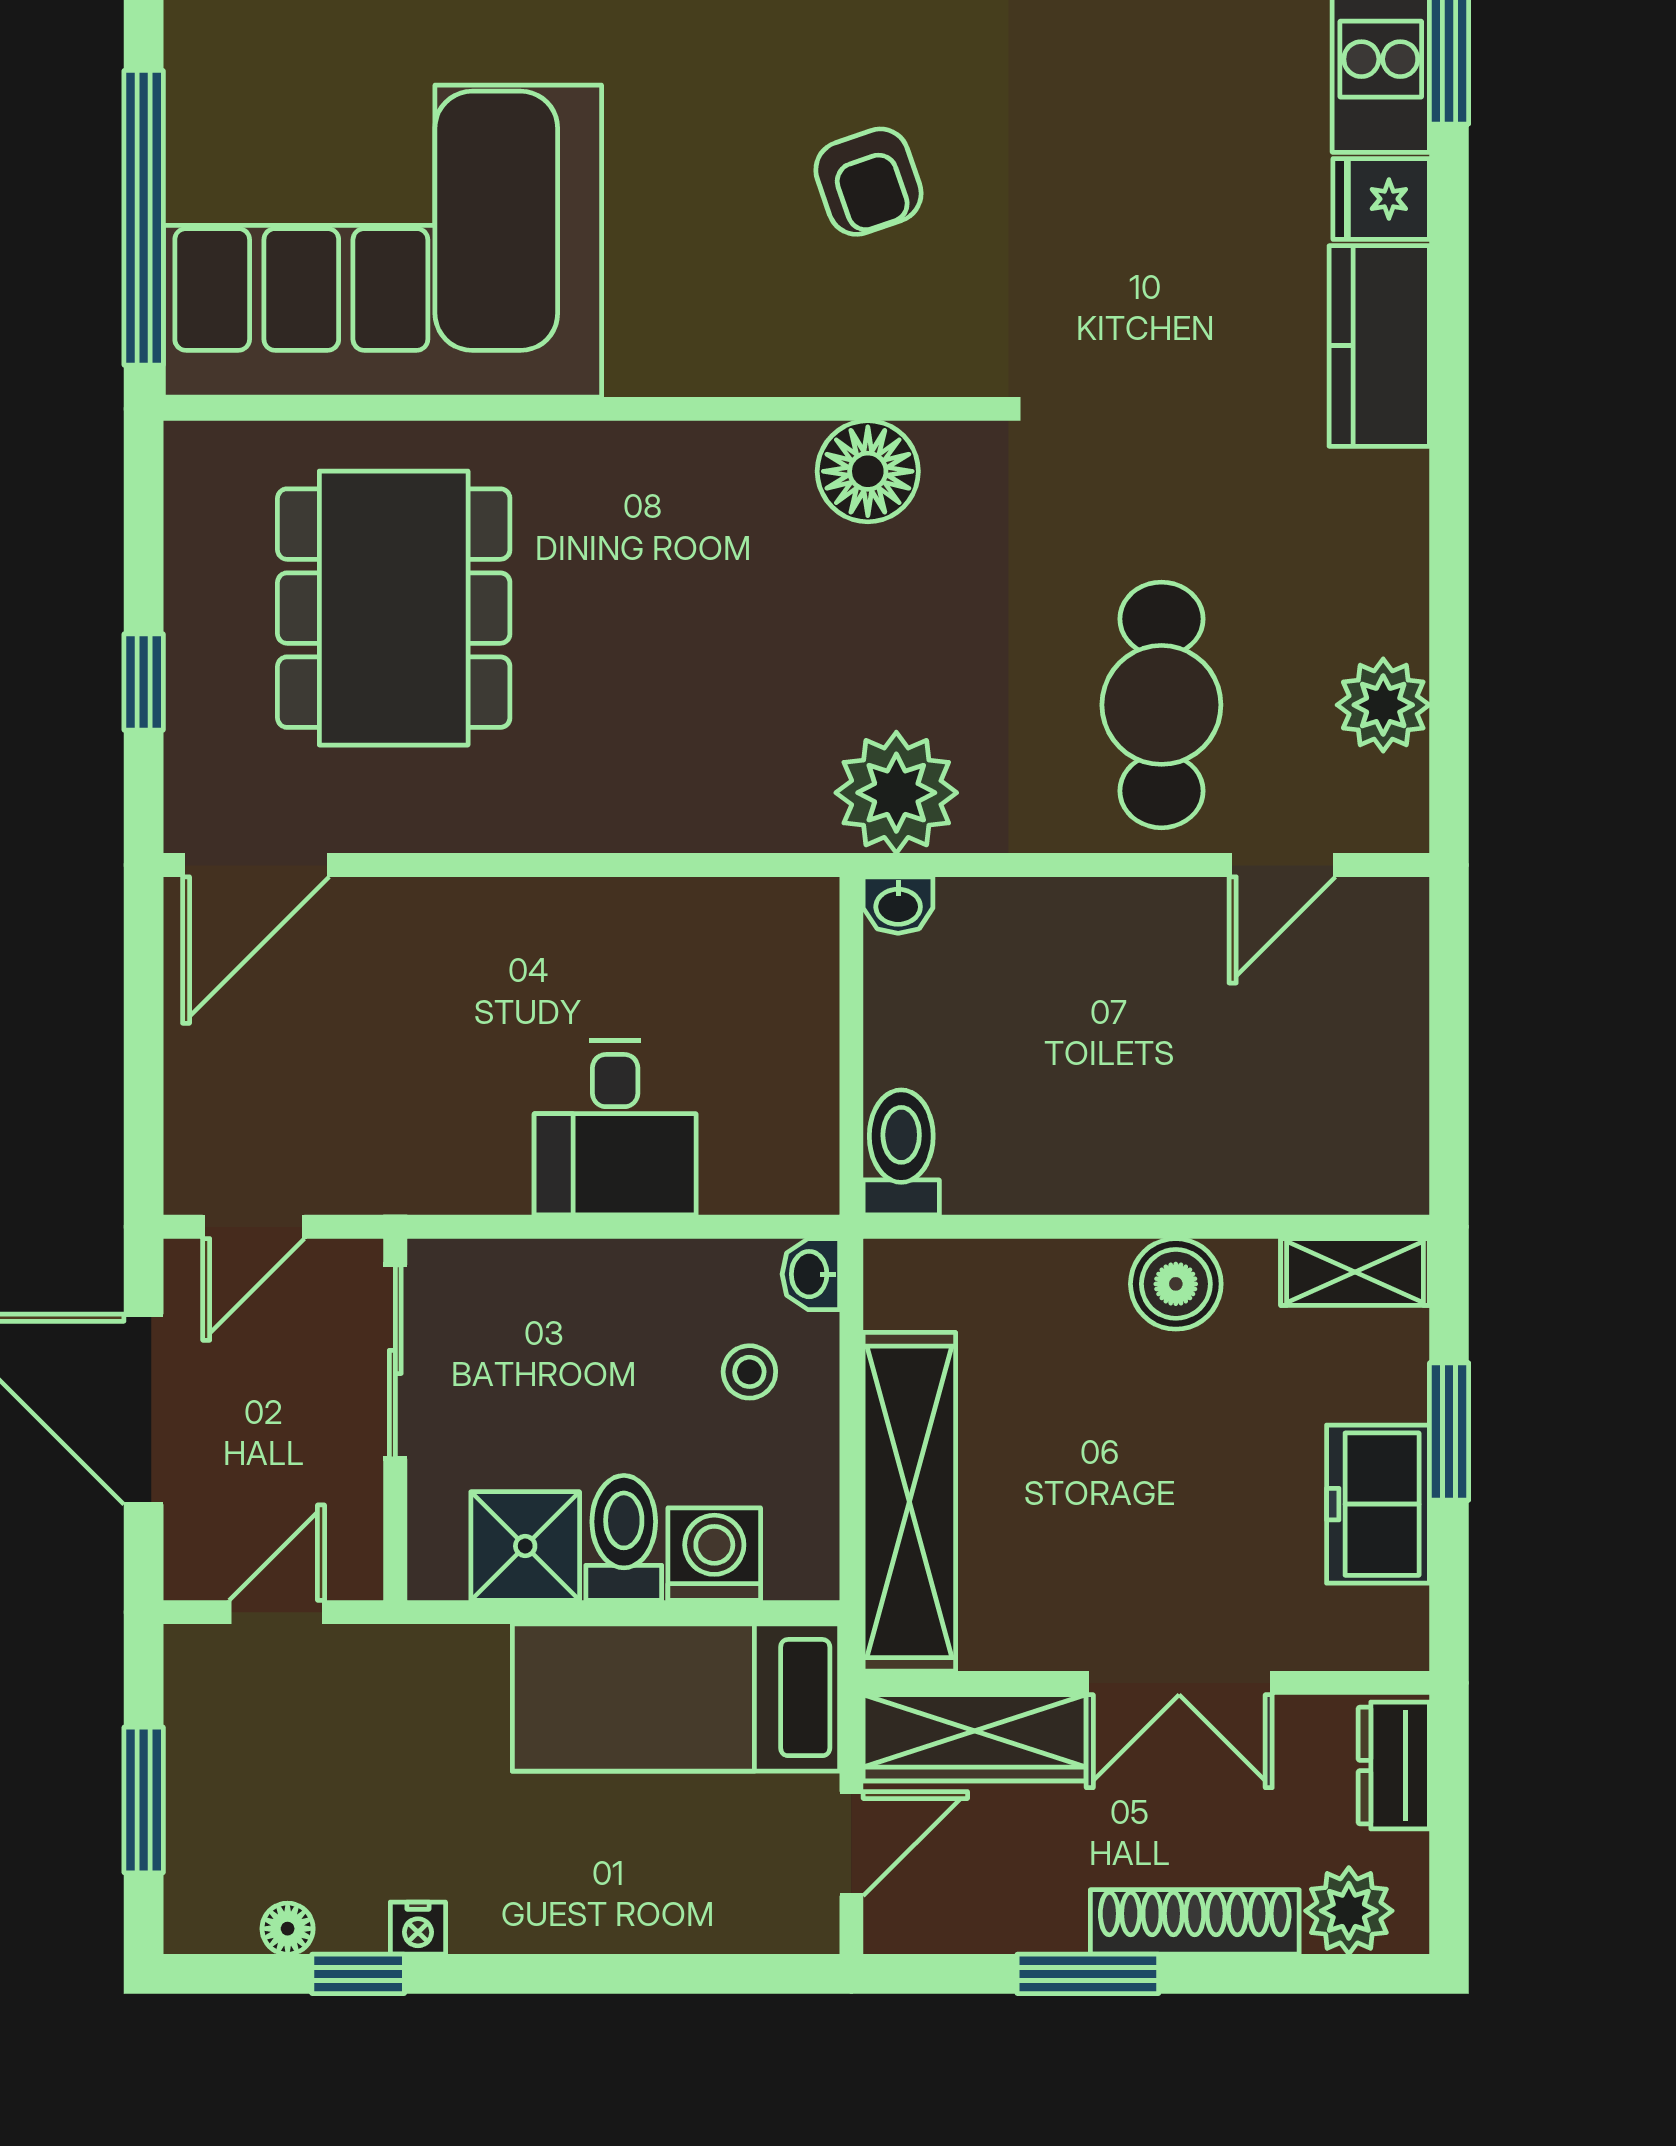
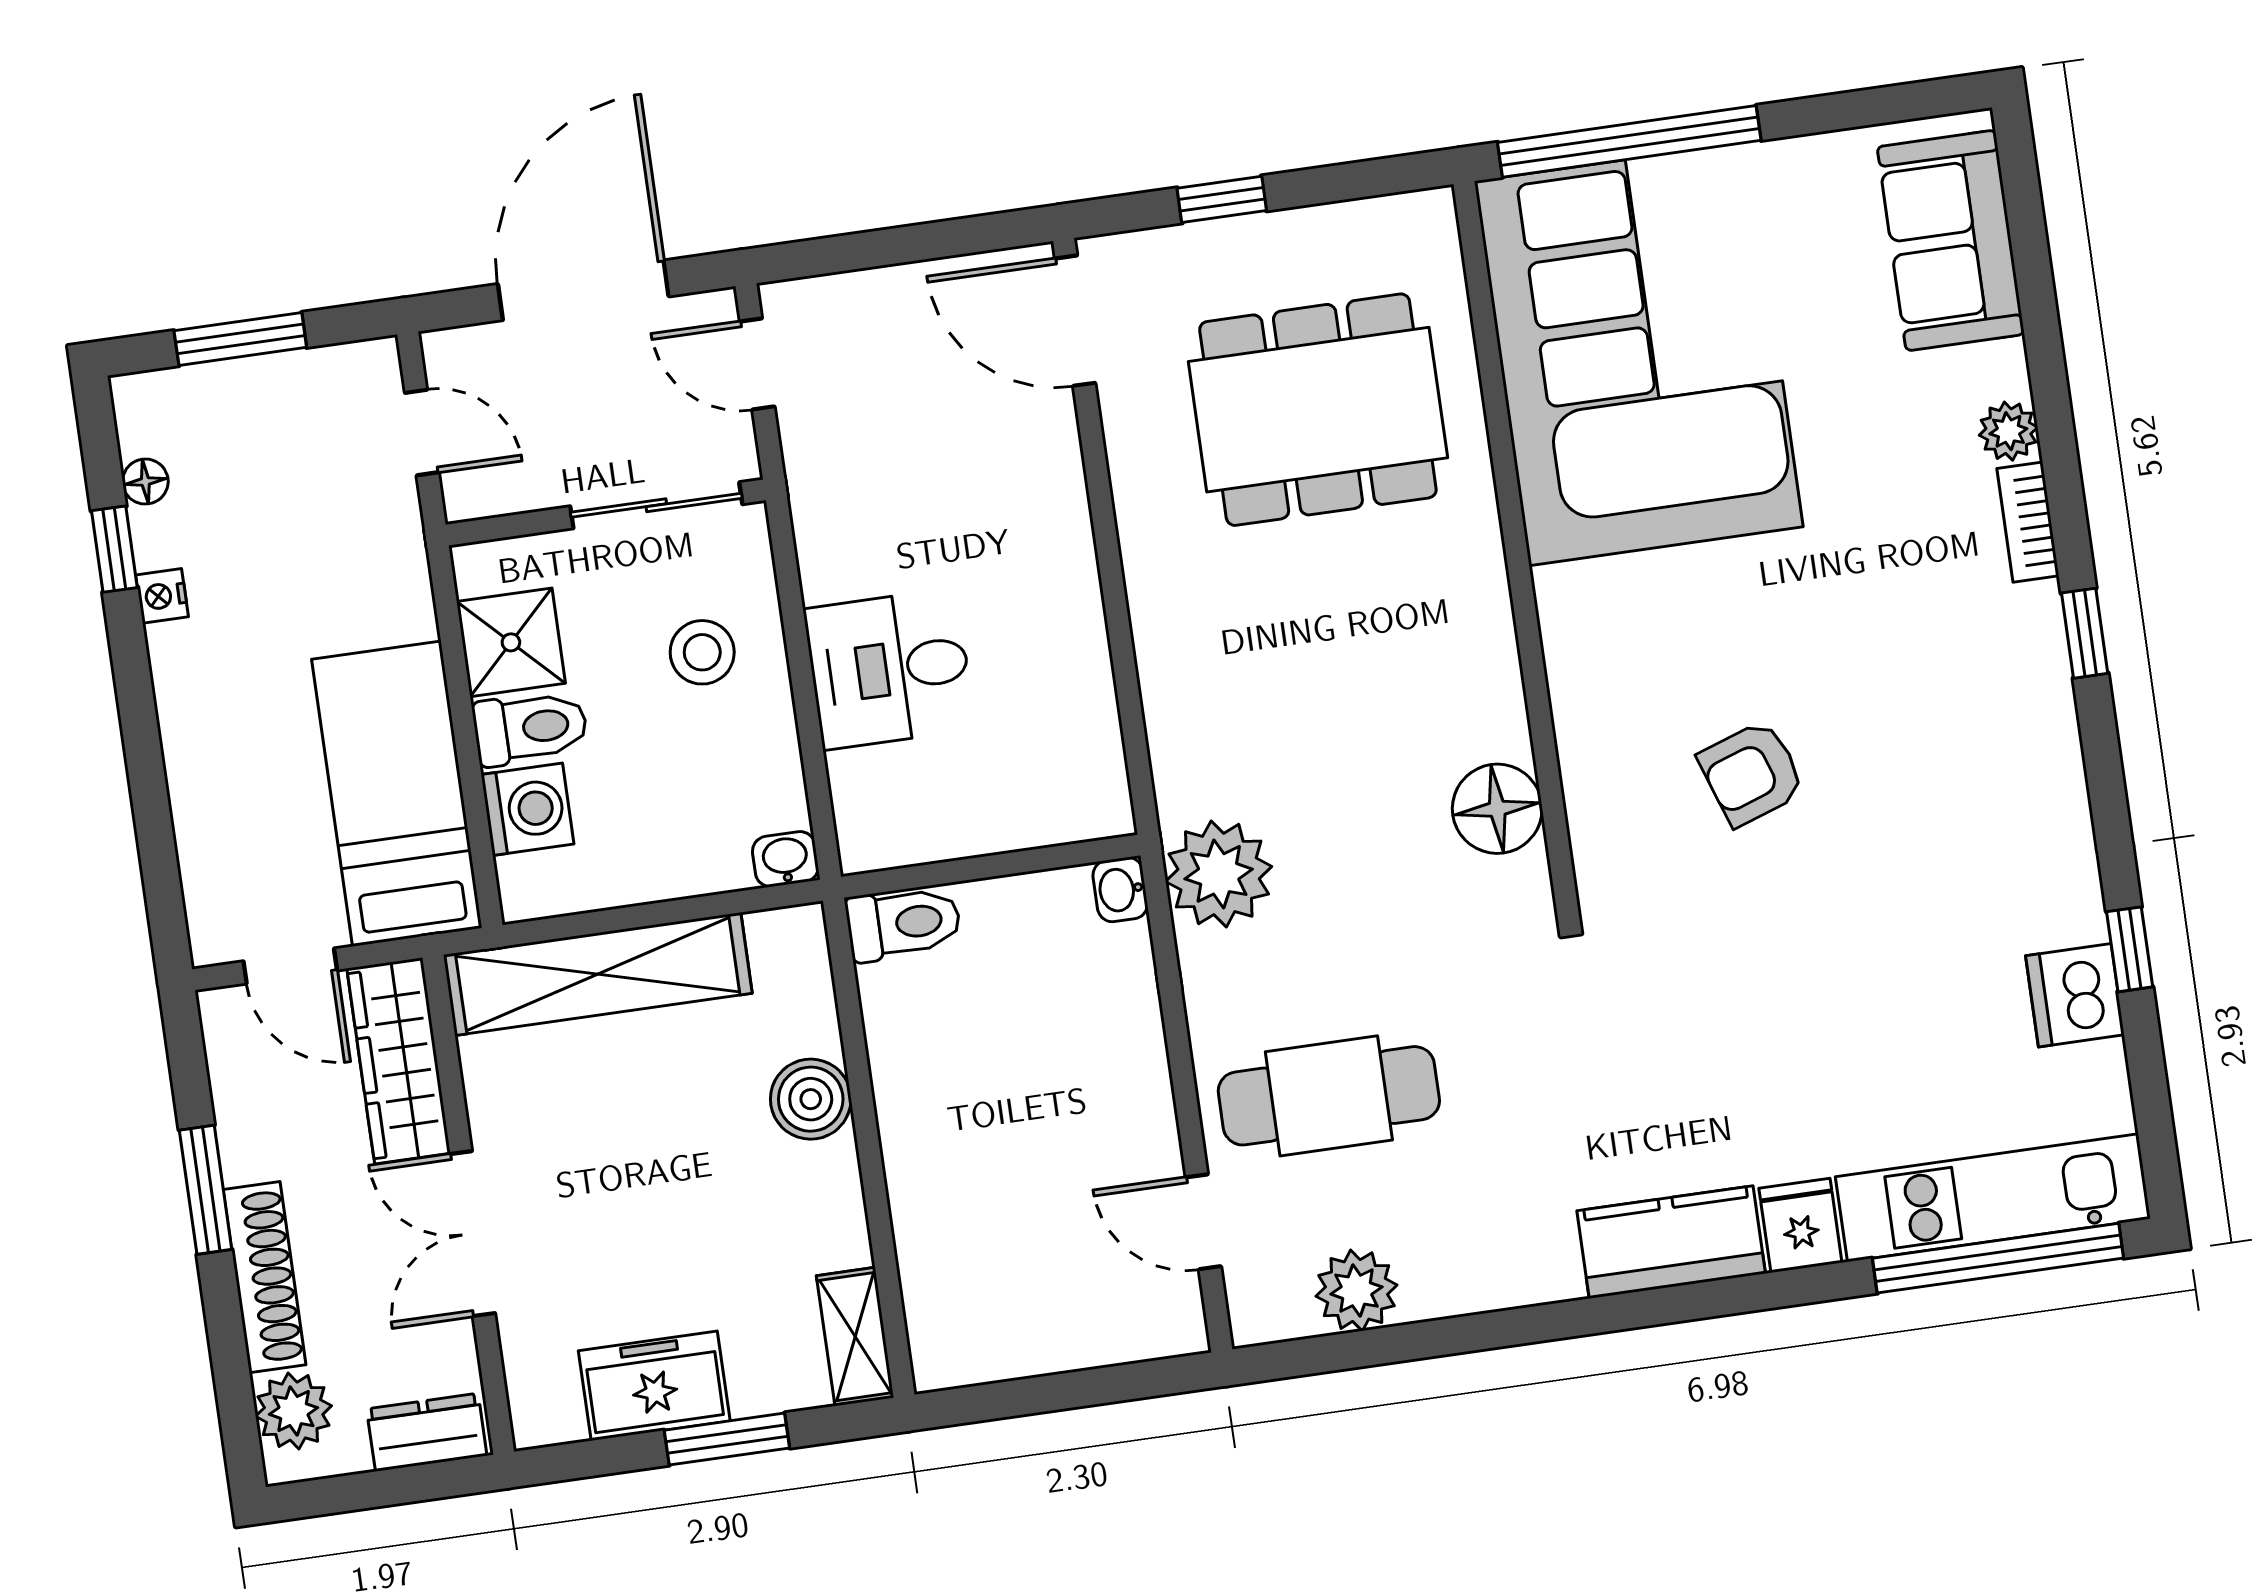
boiler: (1176, 1284) -> (811, 1099), moved
stool: (749, 1372) -> (702, 652), moved, width x1.37, depth x1.37

